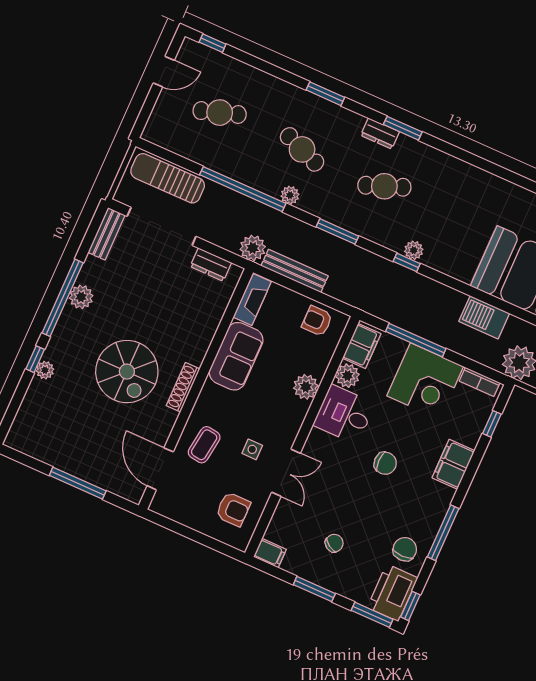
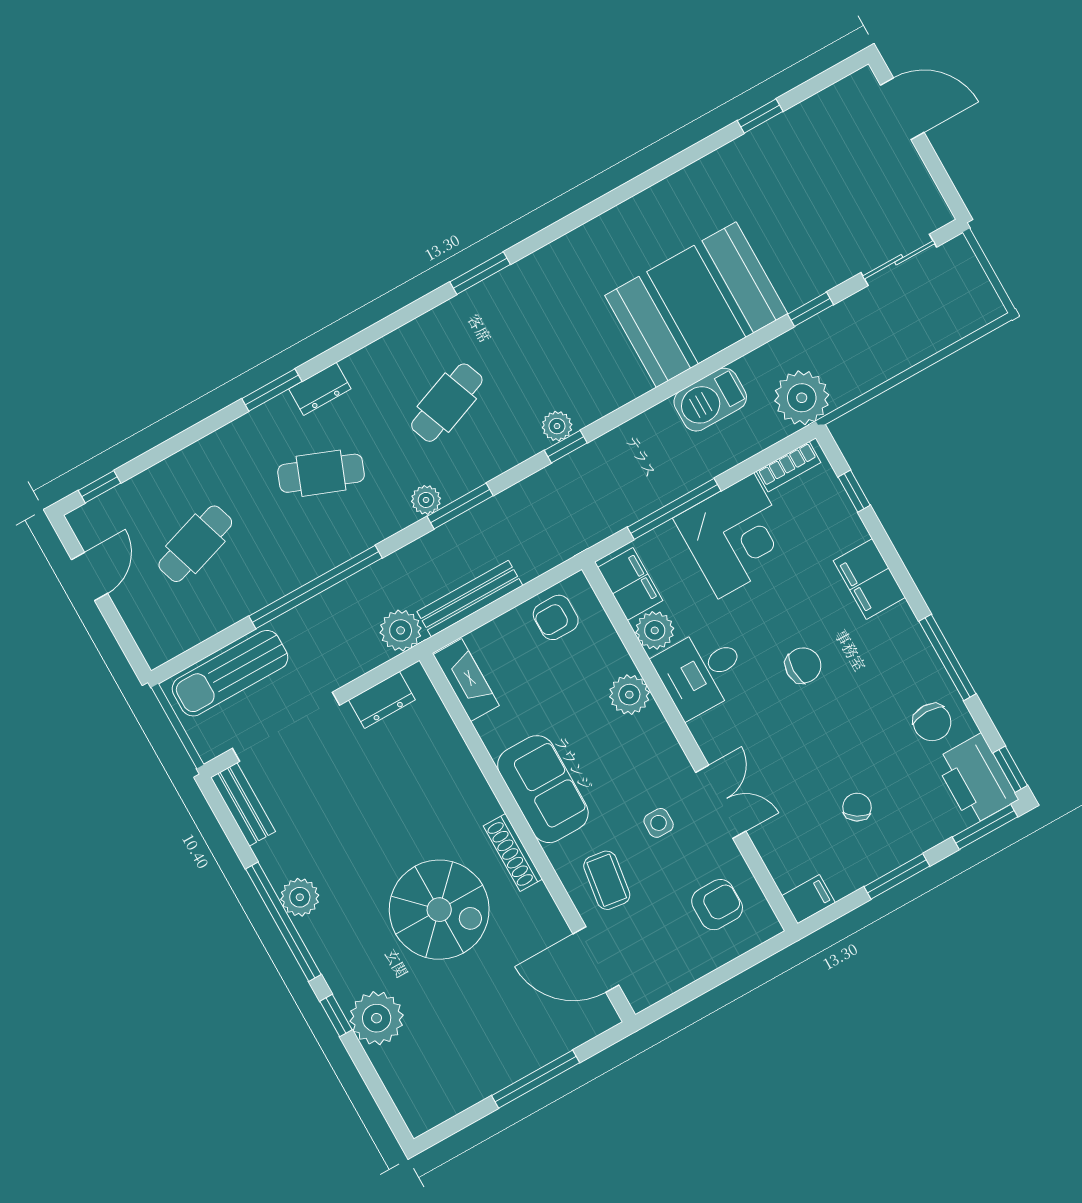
window: (403, 128) -> (480, 273), moved
dresser: (380, 133) -> (320, 389), moved
plant: (290, 195) -> (426, 500), moved
sofa: (236, 356) -> (543, 789), moved
plant: (45, 370) -> (377, 1018), width x1.87, depth x1.87
chair: (405, 549) -> (932, 722), turned 180

